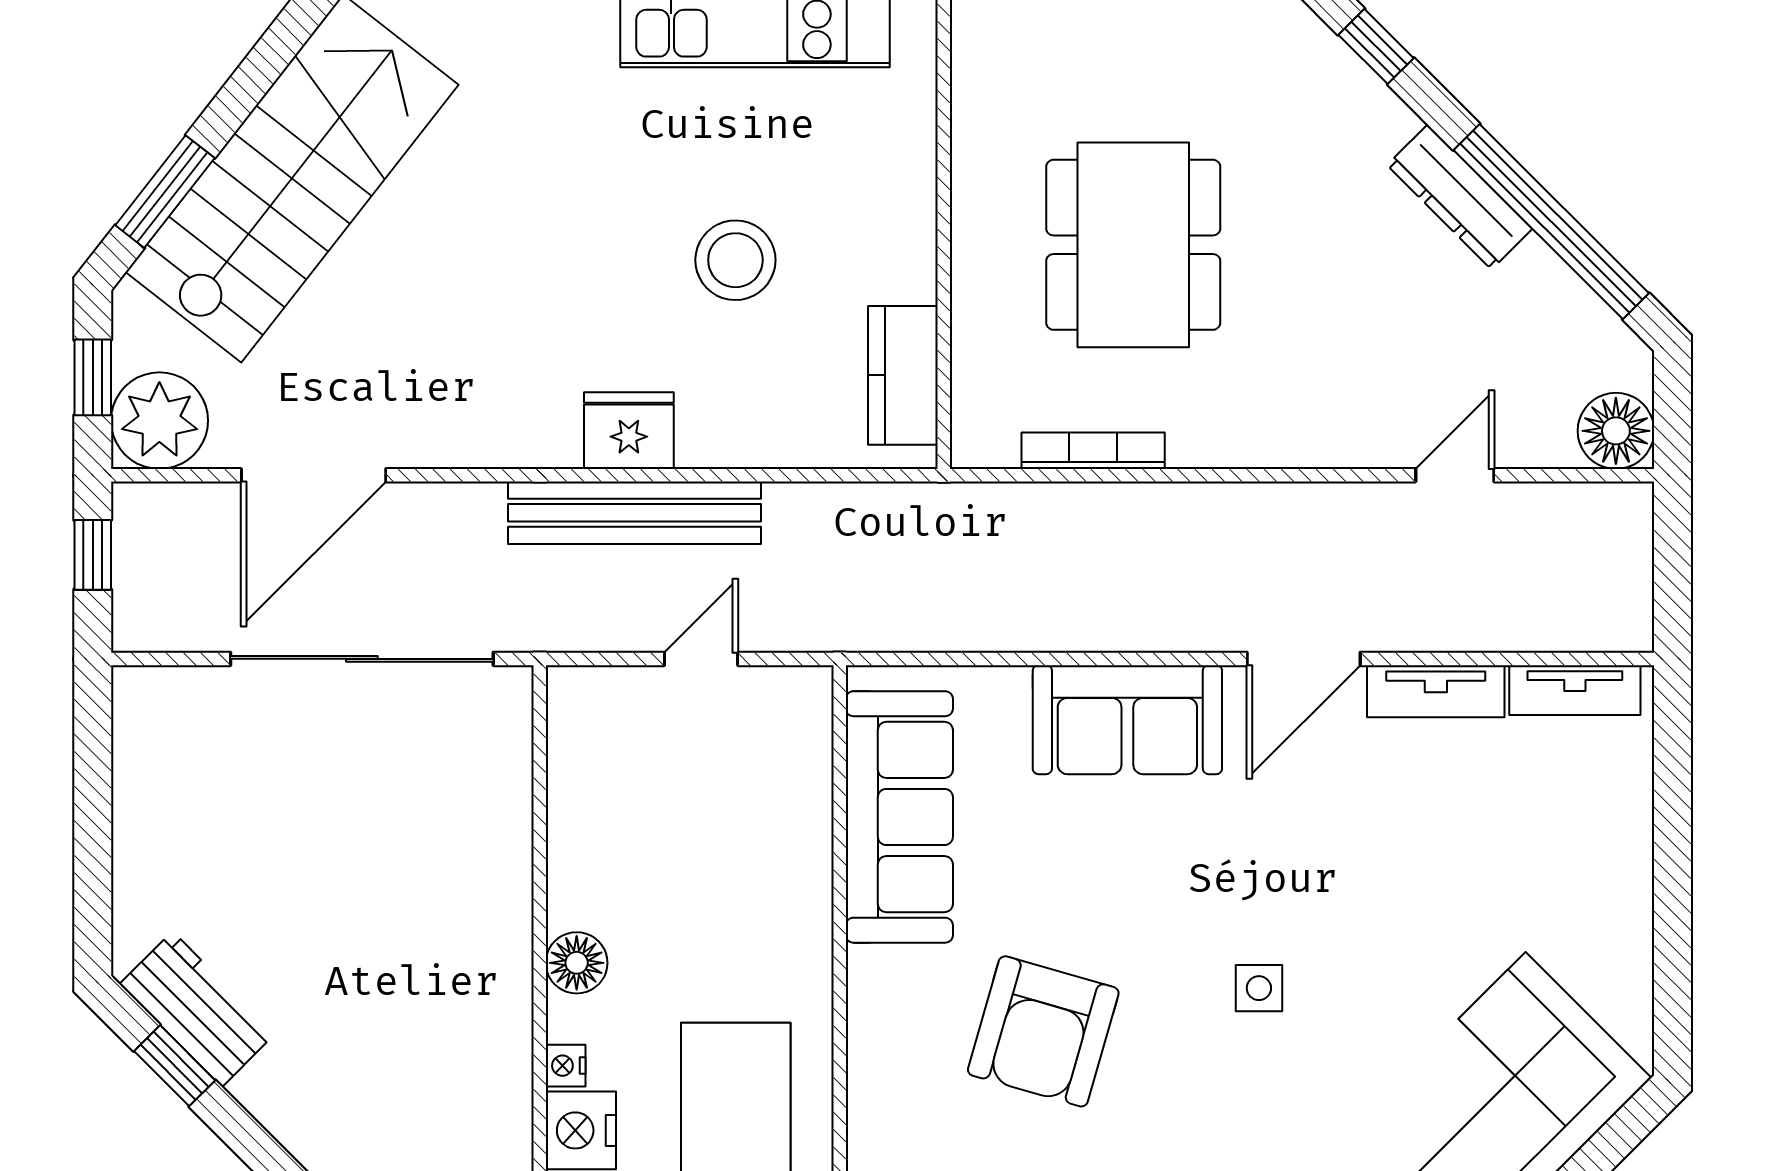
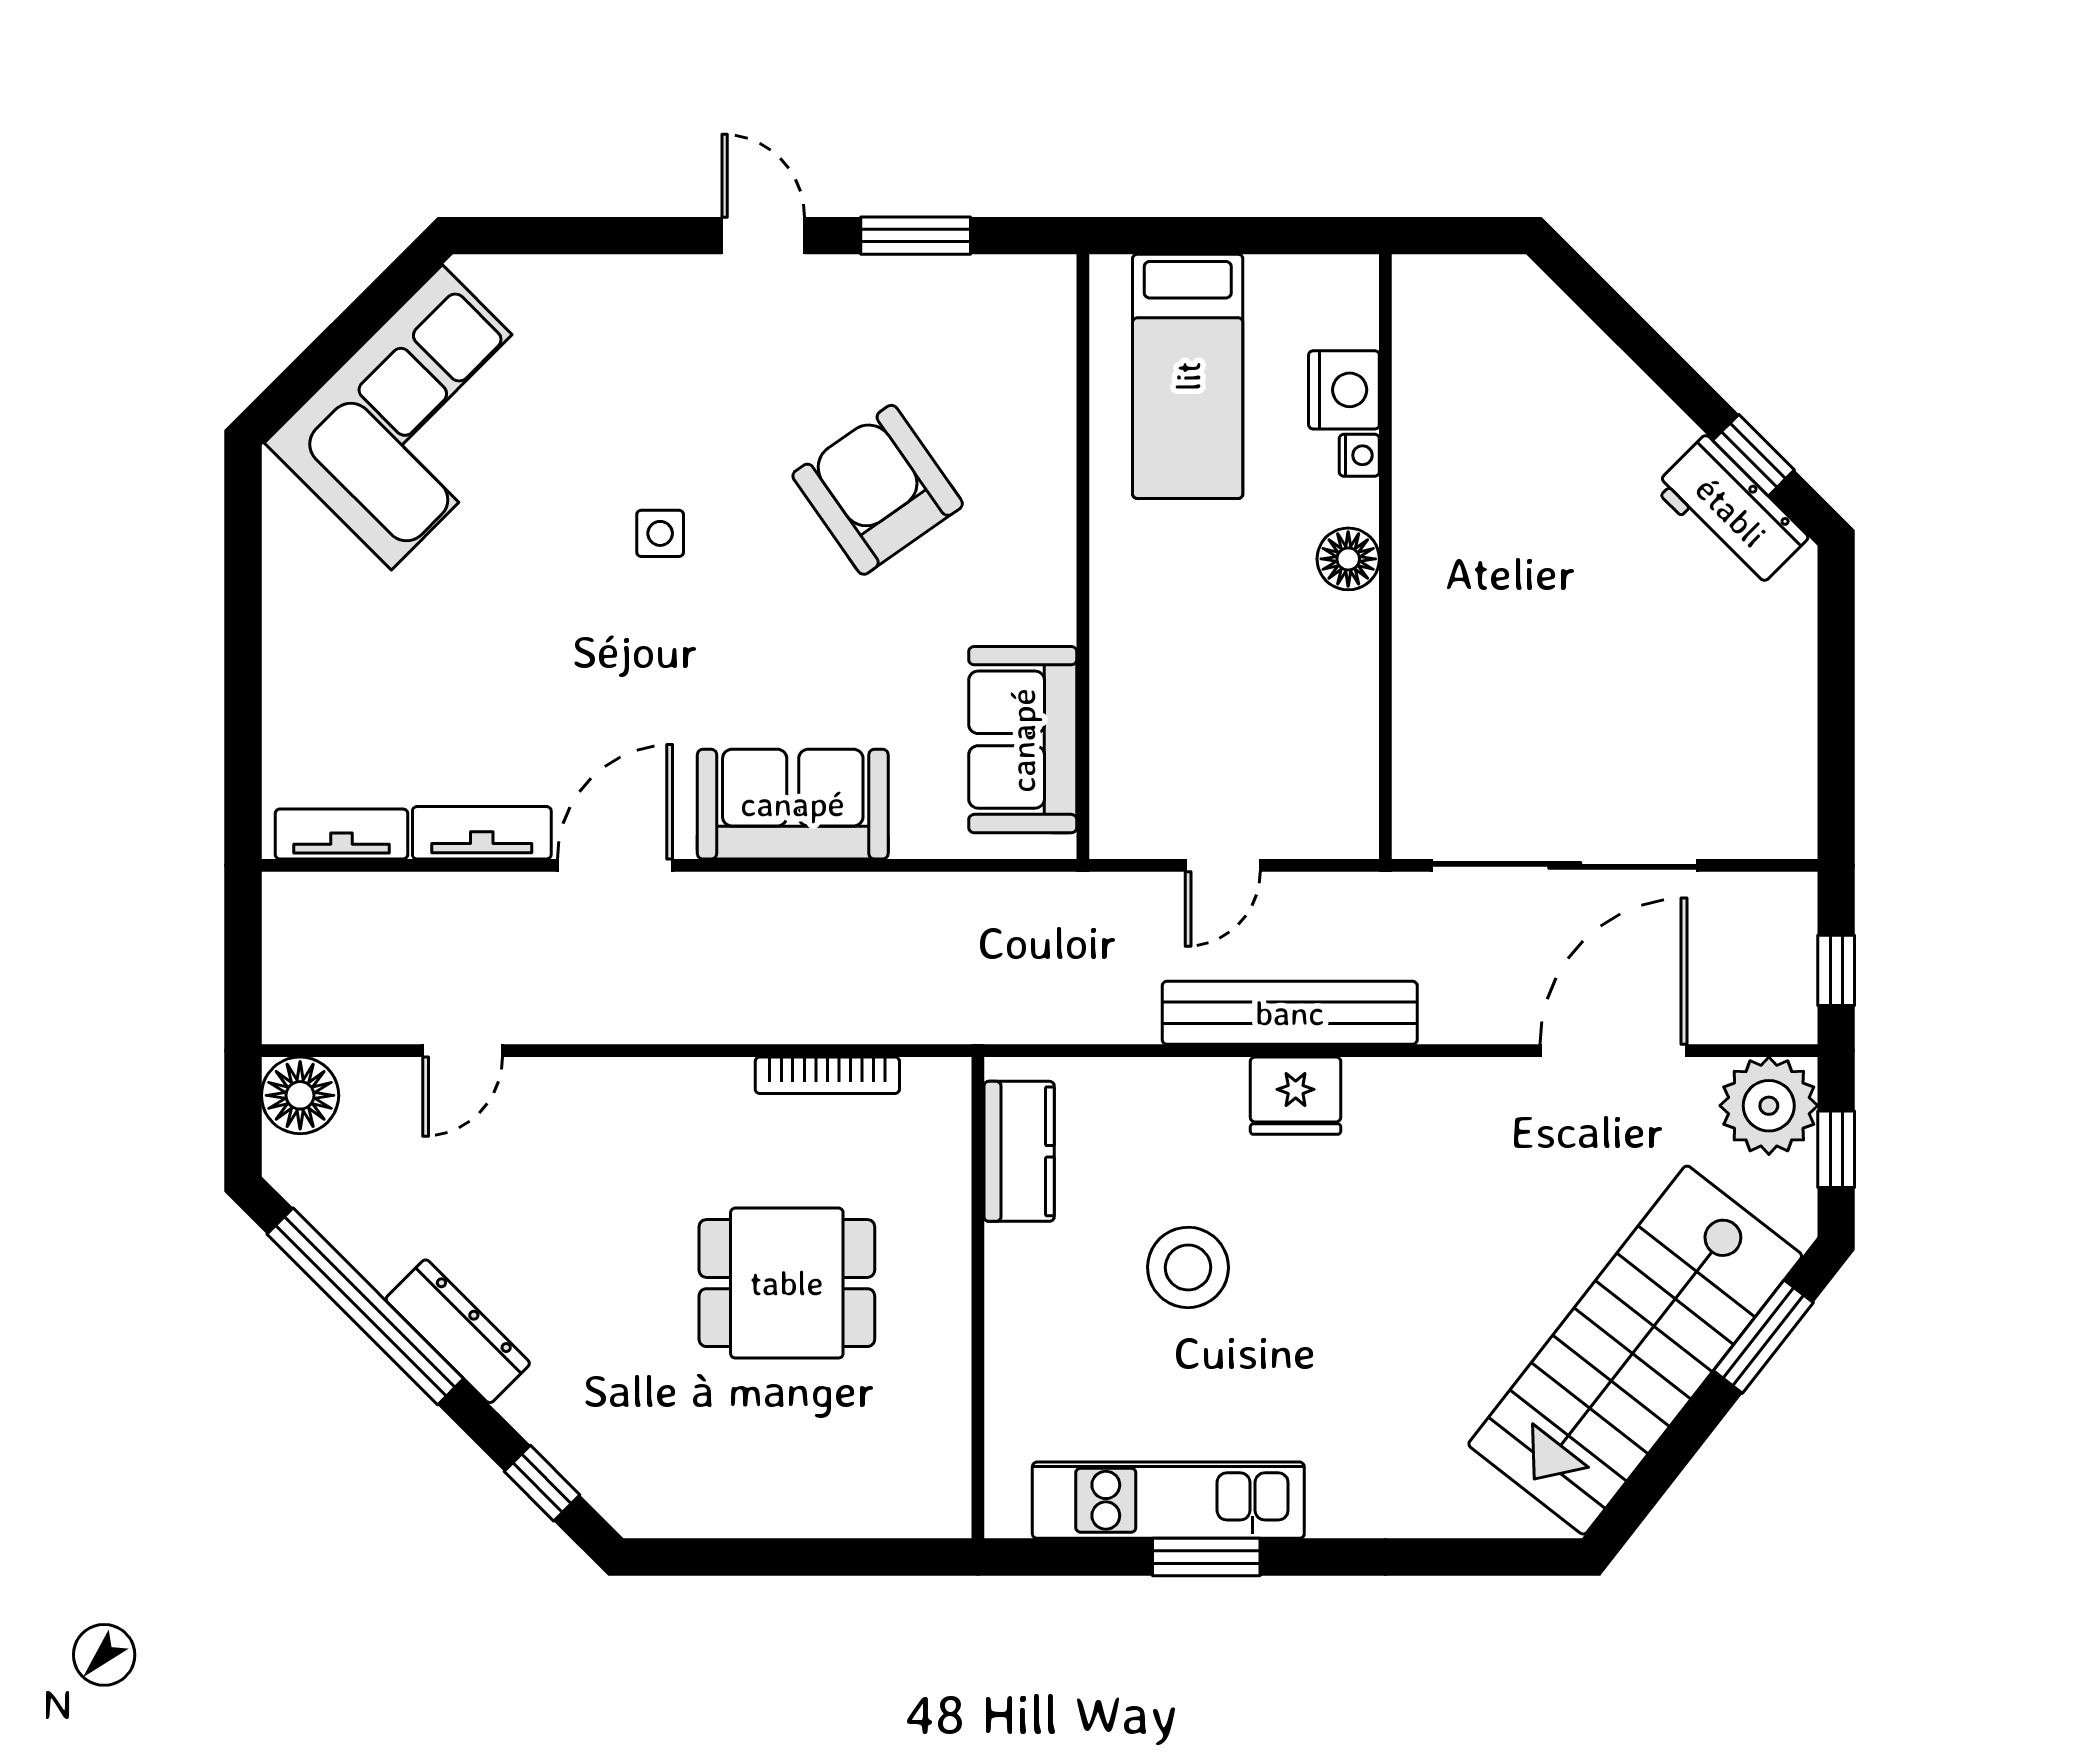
dining table: (1133, 245) -> (787, 1283), width x0.73
sofa: (899, 817) -> (1023, 740), width x0.73
armchair: (1043, 1031) -> (878, 490), turned -51

